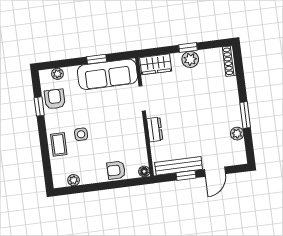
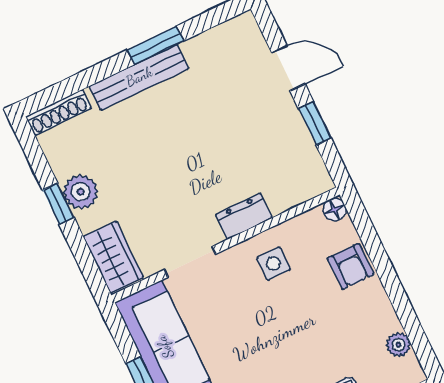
side table: (81, 134) -> (274, 264), moved
plant: (237, 134) -> (198, 49), removed
bench: (179, 166) -> (139, 77), moved, turned 90

